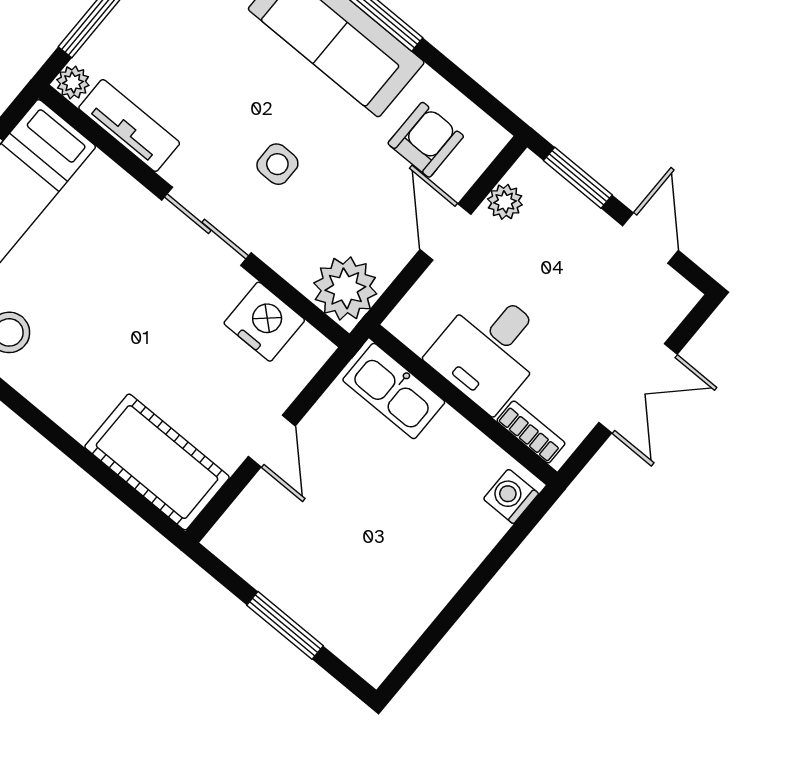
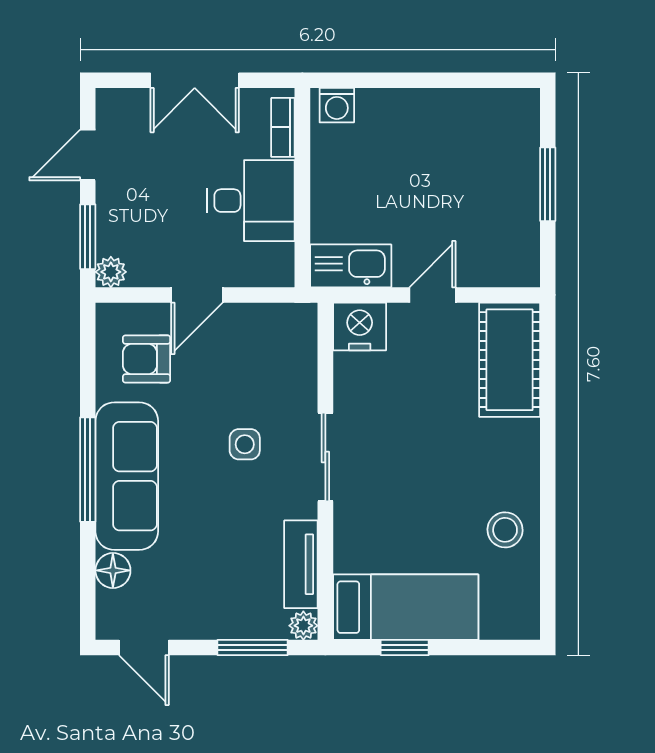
plant: (505, 202) -> (111, 272), moved
plant: (345, 288) -> (290, 330), removed
nightstand: (264, 322) -> (360, 326), moved, turned 90
double door: (638, 388) -> (195, 80), swing flipped
kitchen sink: (394, 391) -> (351, 266), moved, turned -90

